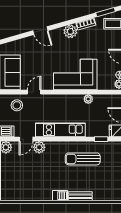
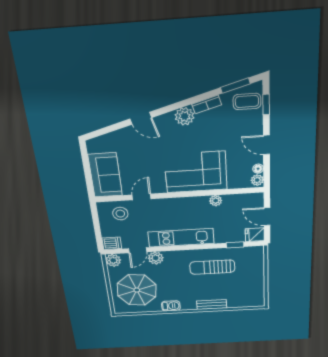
parasol: (21, 178) -> (137, 290), added
barbecue: (60, 196) -> (171, 306), moved

